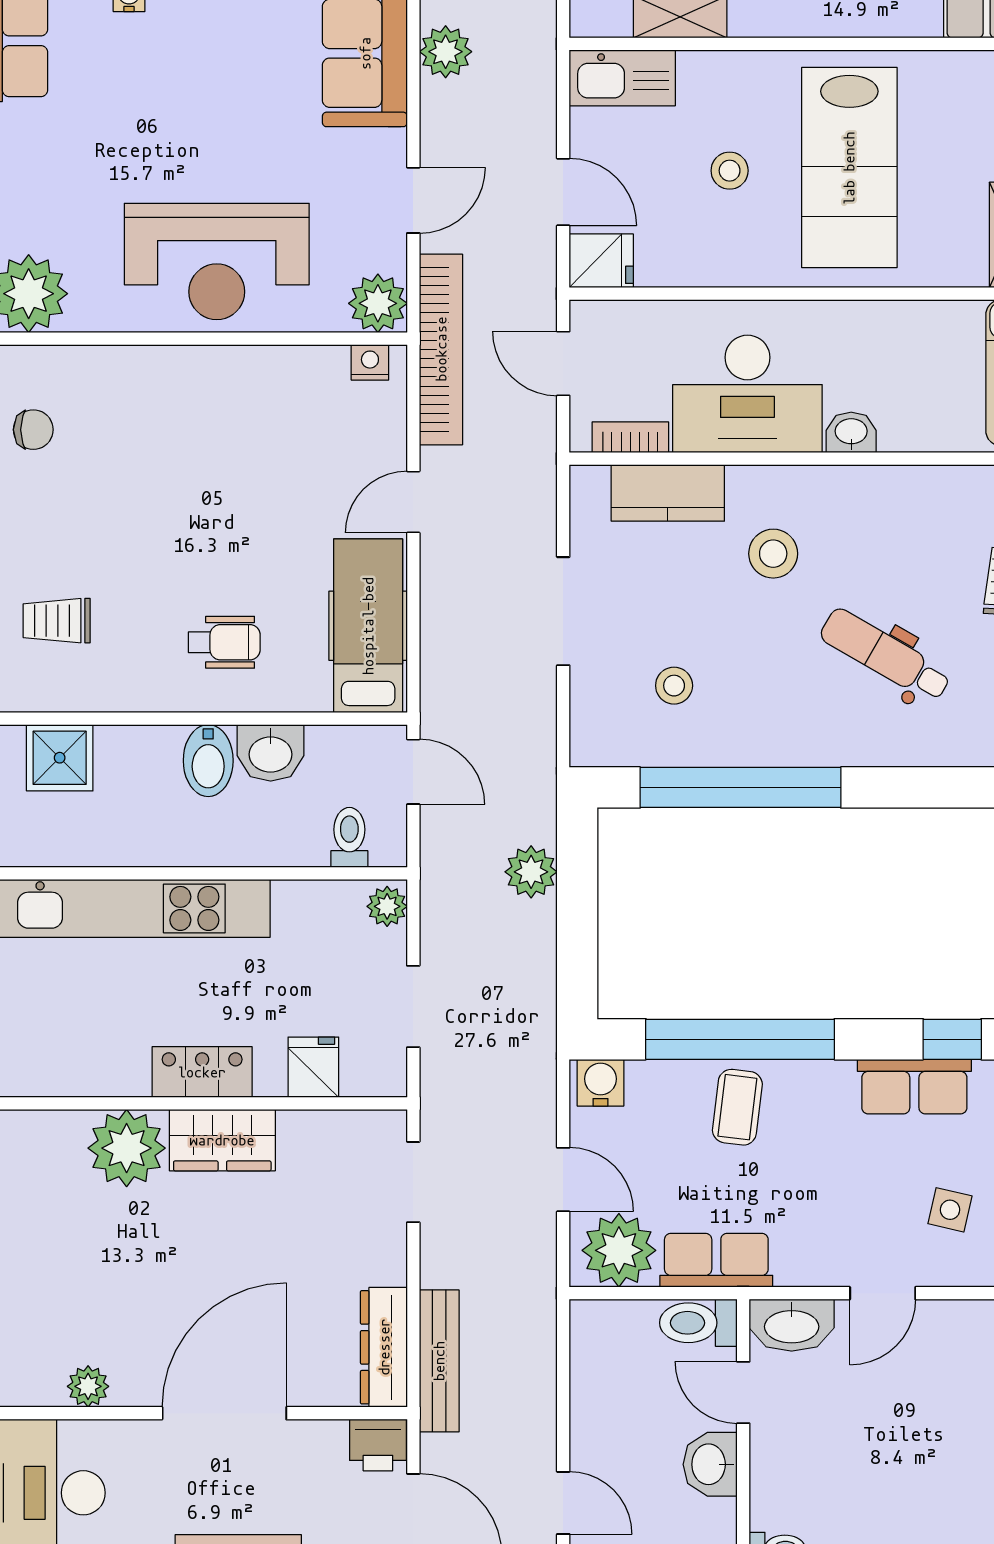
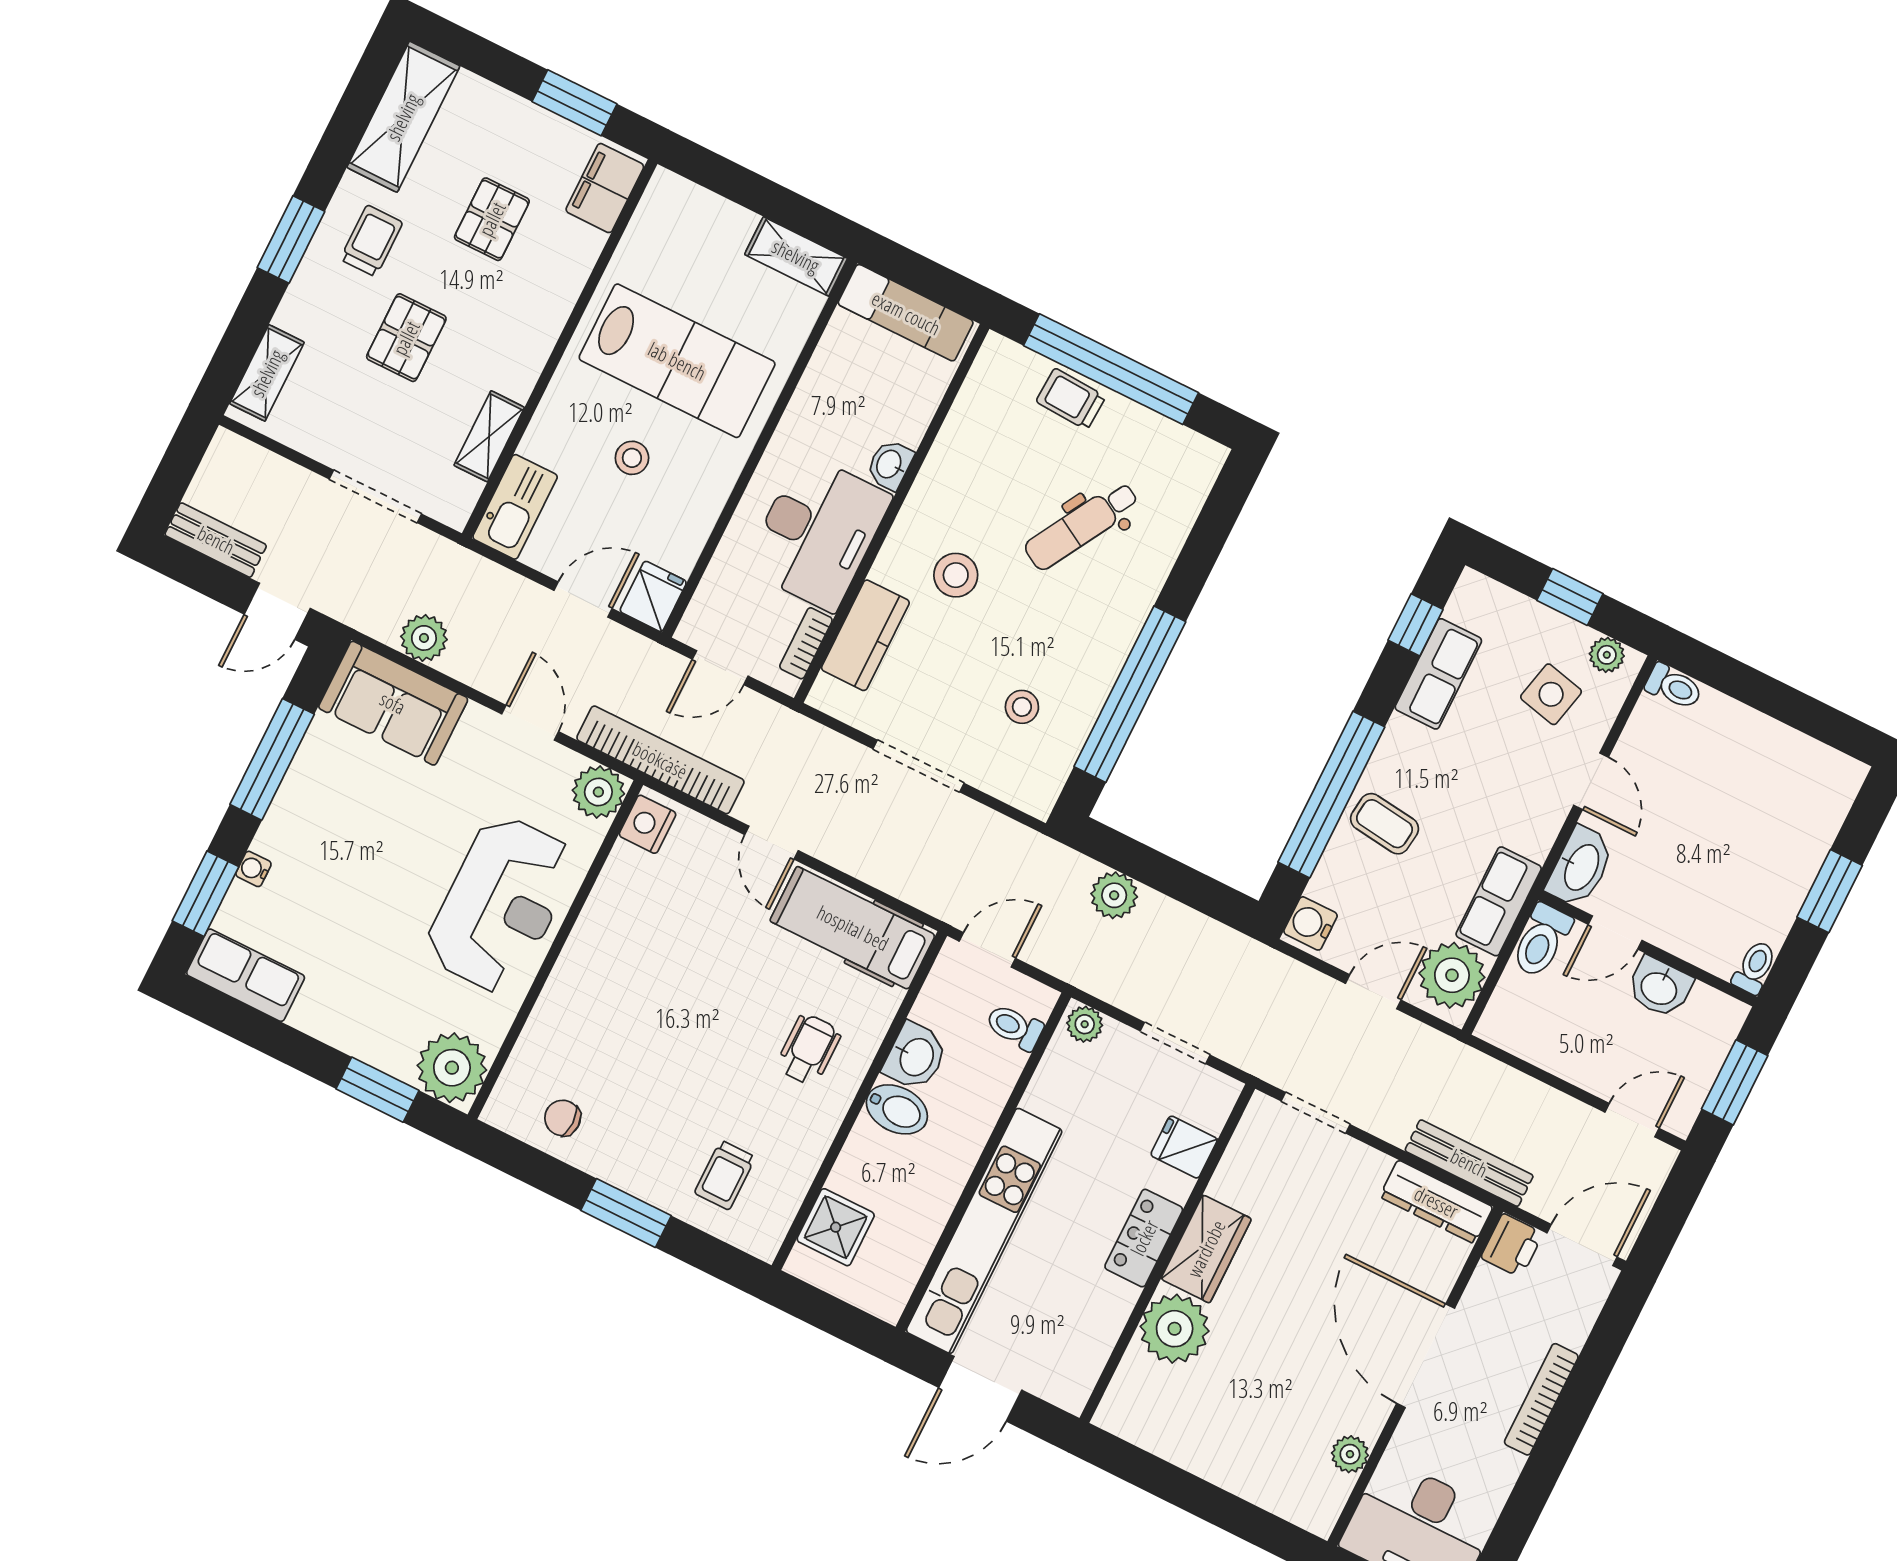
nightstand: (370, 362) -> (648, 824), width x1.39, depth x1.35
chair: (33, 430) -> (563, 1118), turned -90
side table: (950, 1210) -> (1551, 694), width x1.37, depth x1.37

